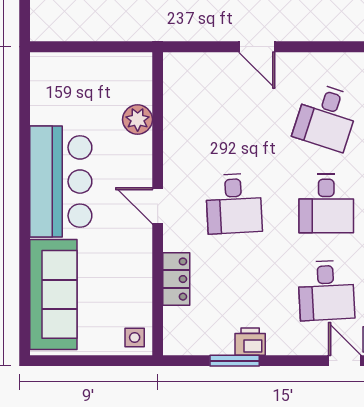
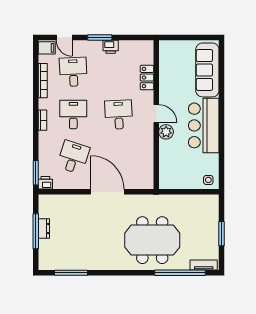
door: (257, 47) -> (107, 192), width x1.87
plant: (138, 120) -> (166, 132), moved
side table: (135, 337) -> (208, 180), moved
window: (235, 361) -> (100, 37), moved

